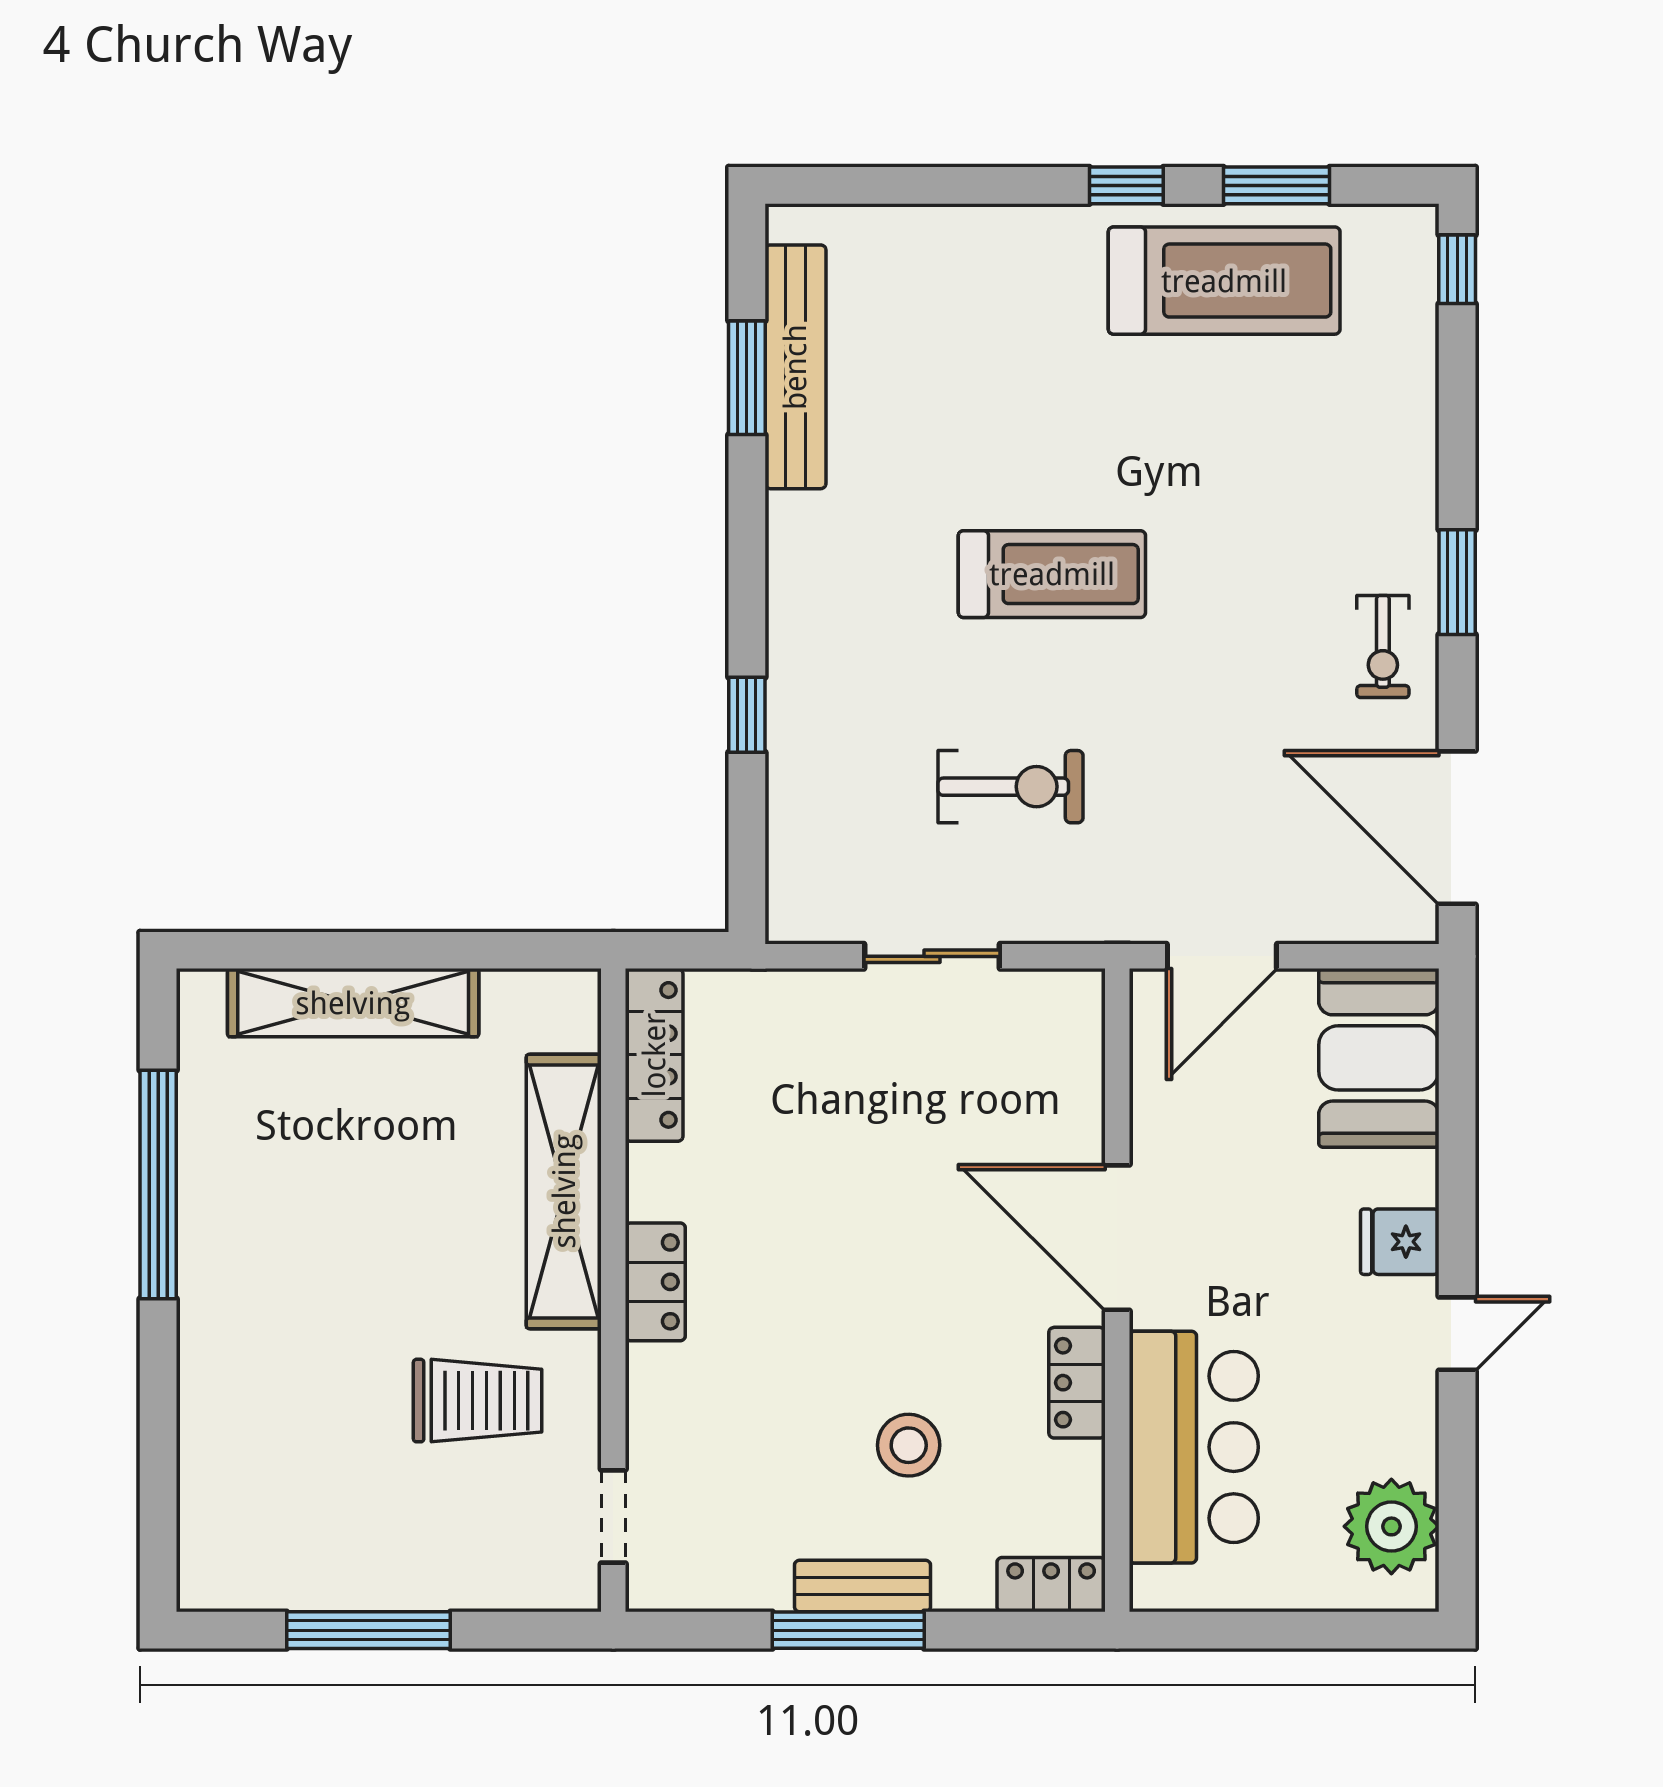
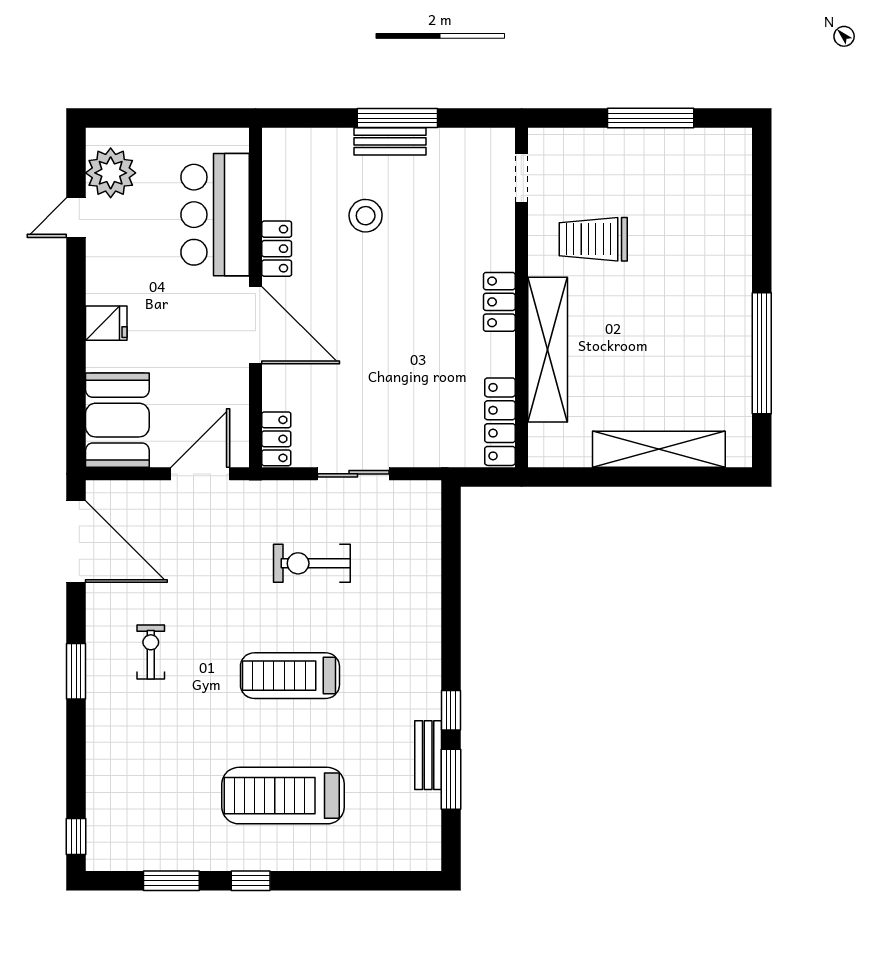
treadmill: (1224, 281) -> (283, 796), moved
bench: (795, 367) -> (428, 755), width x0.54, depth x0.82
exercise bike: (1383, 646) -> (151, 652), moved
window: (747, 715) -> (451, 710), moved
door: (1457, 1334) -> (76, 218), moved
locker: (1051, 1585) -> (276, 439), moved, turned -90

